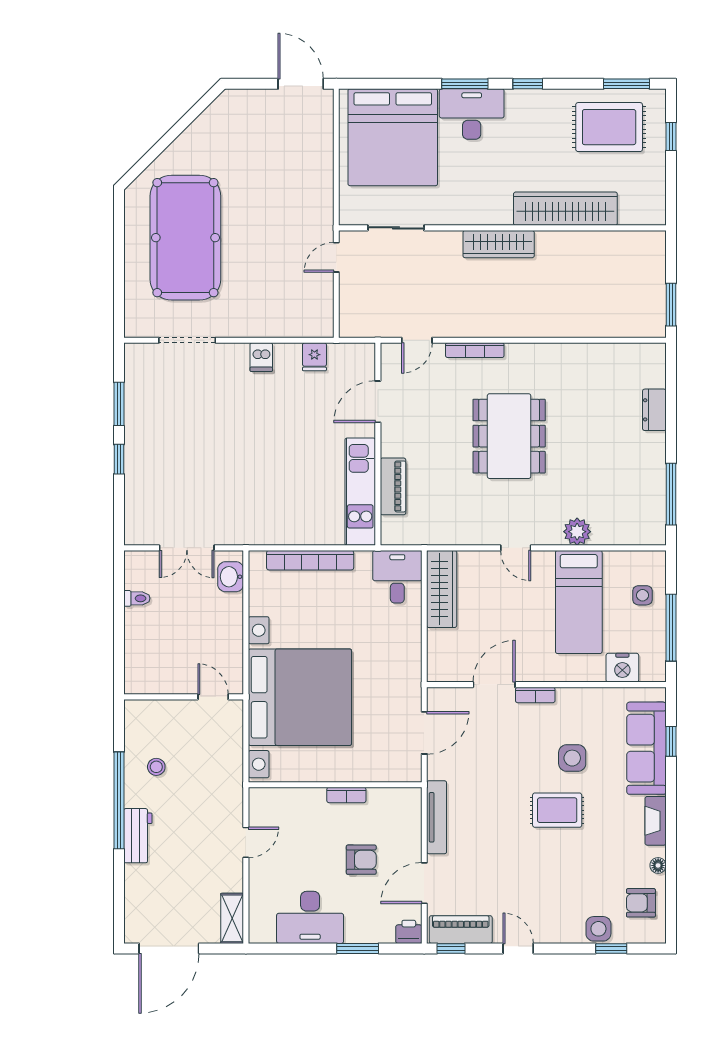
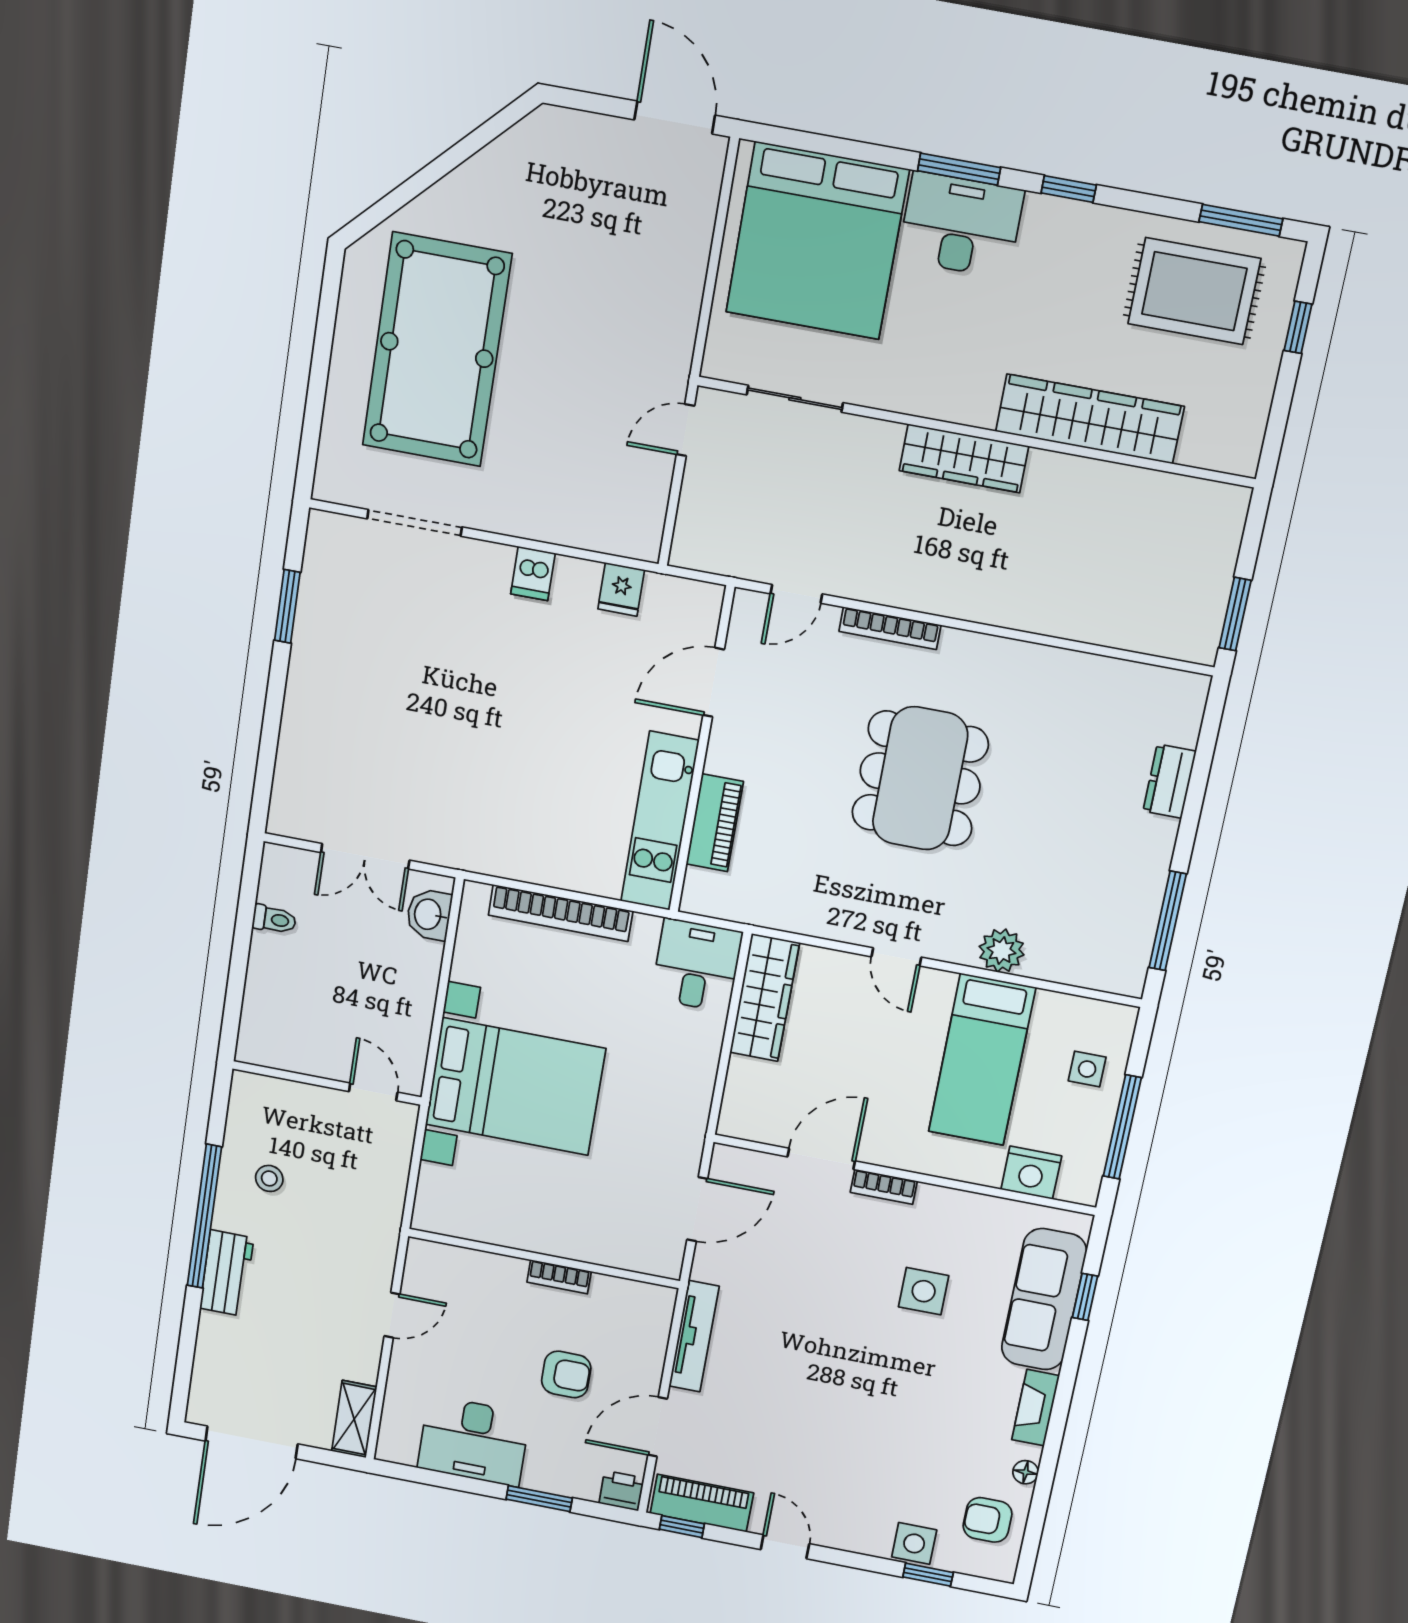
window: (119, 459) -> (275, 695), removed
bed with nightstands: (300, 697) -> (515, 1087), width x0.73
rug: (557, 810) -> (884, 1362), removed

